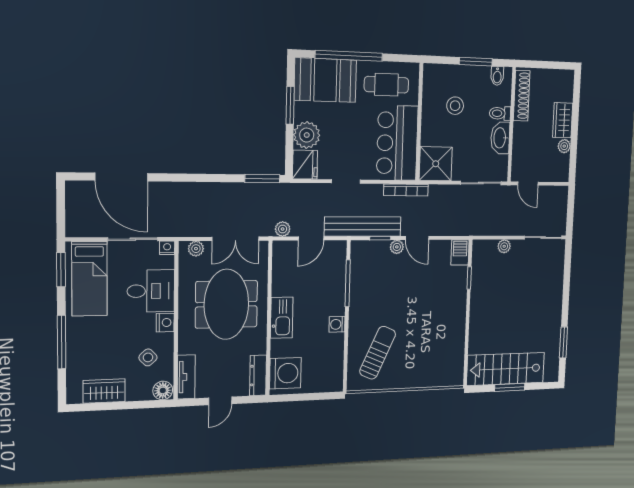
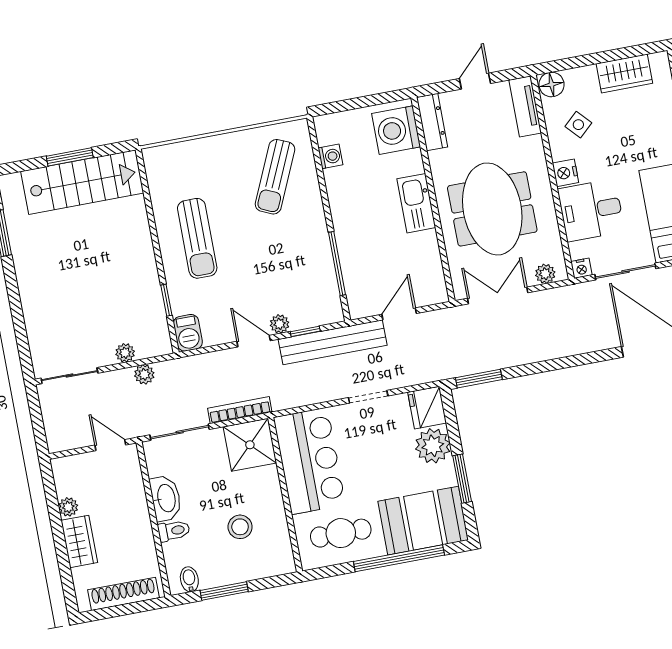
shoe rack: (522, 96) -> (123, 594), moved, turned 90
bookcase: (406, 190) -> (240, 410), moved
plant: (283, 229) -> (144, 374), moved
sun lounger: (439, 318) -> (197, 238), added
washing machine: (337, 324) -> (330, 156), moved

